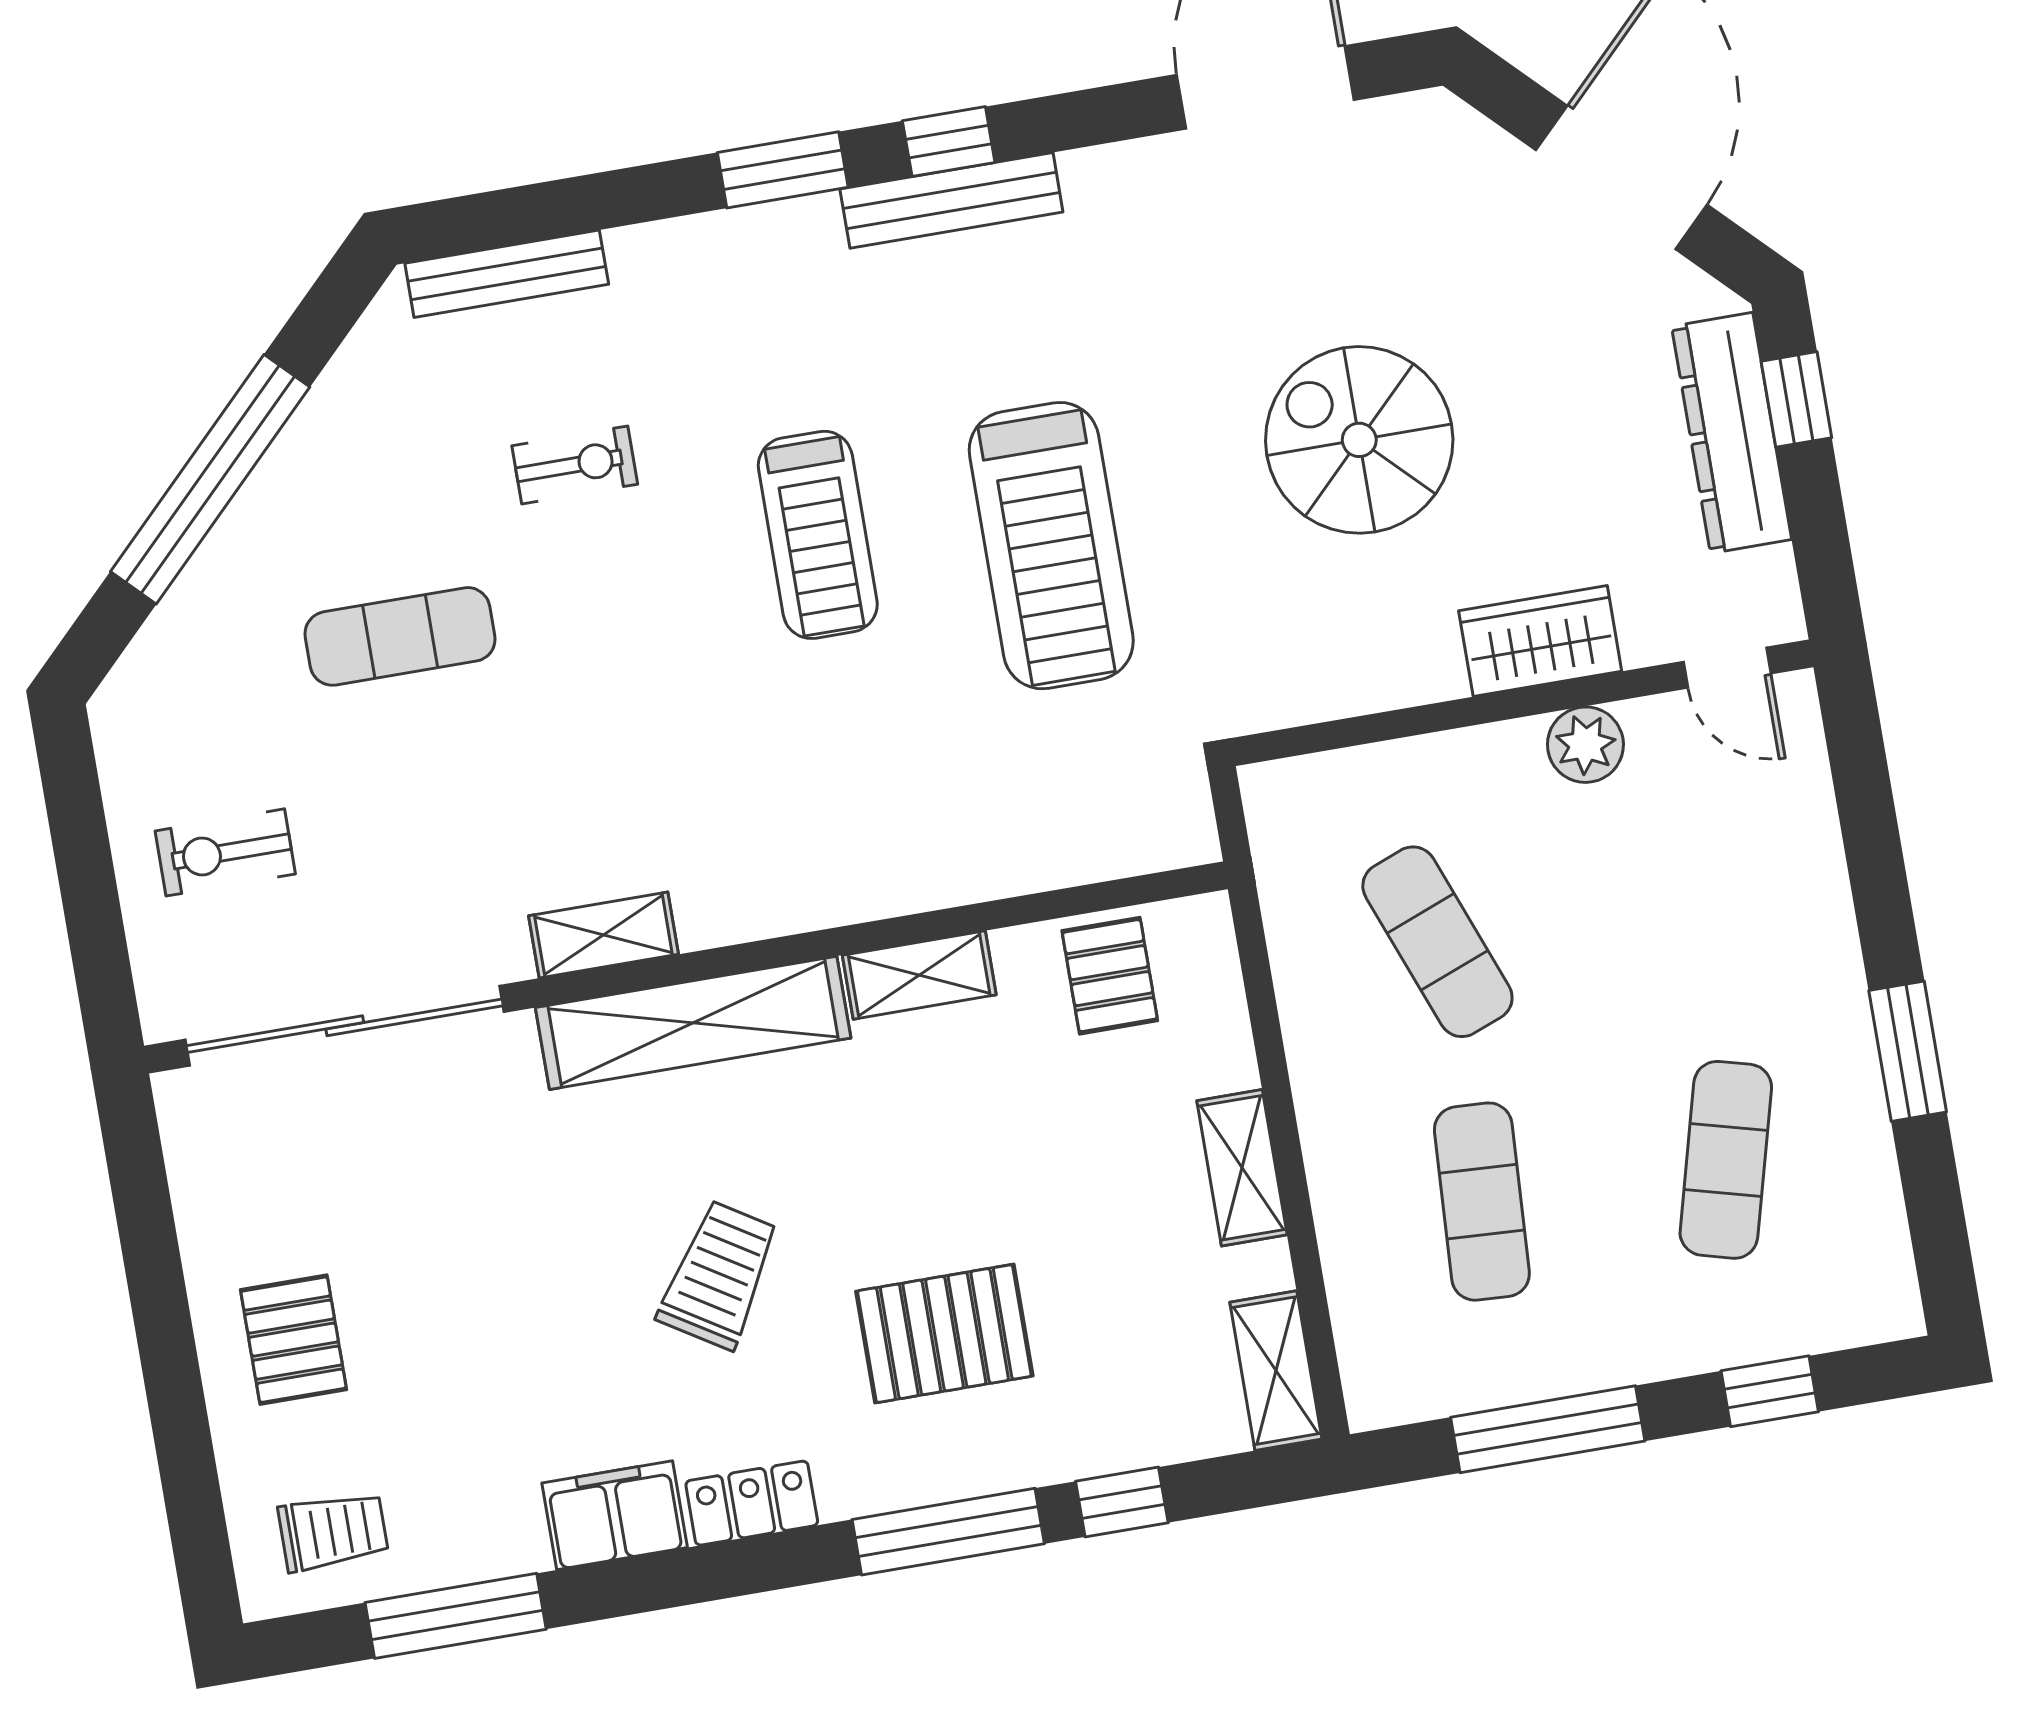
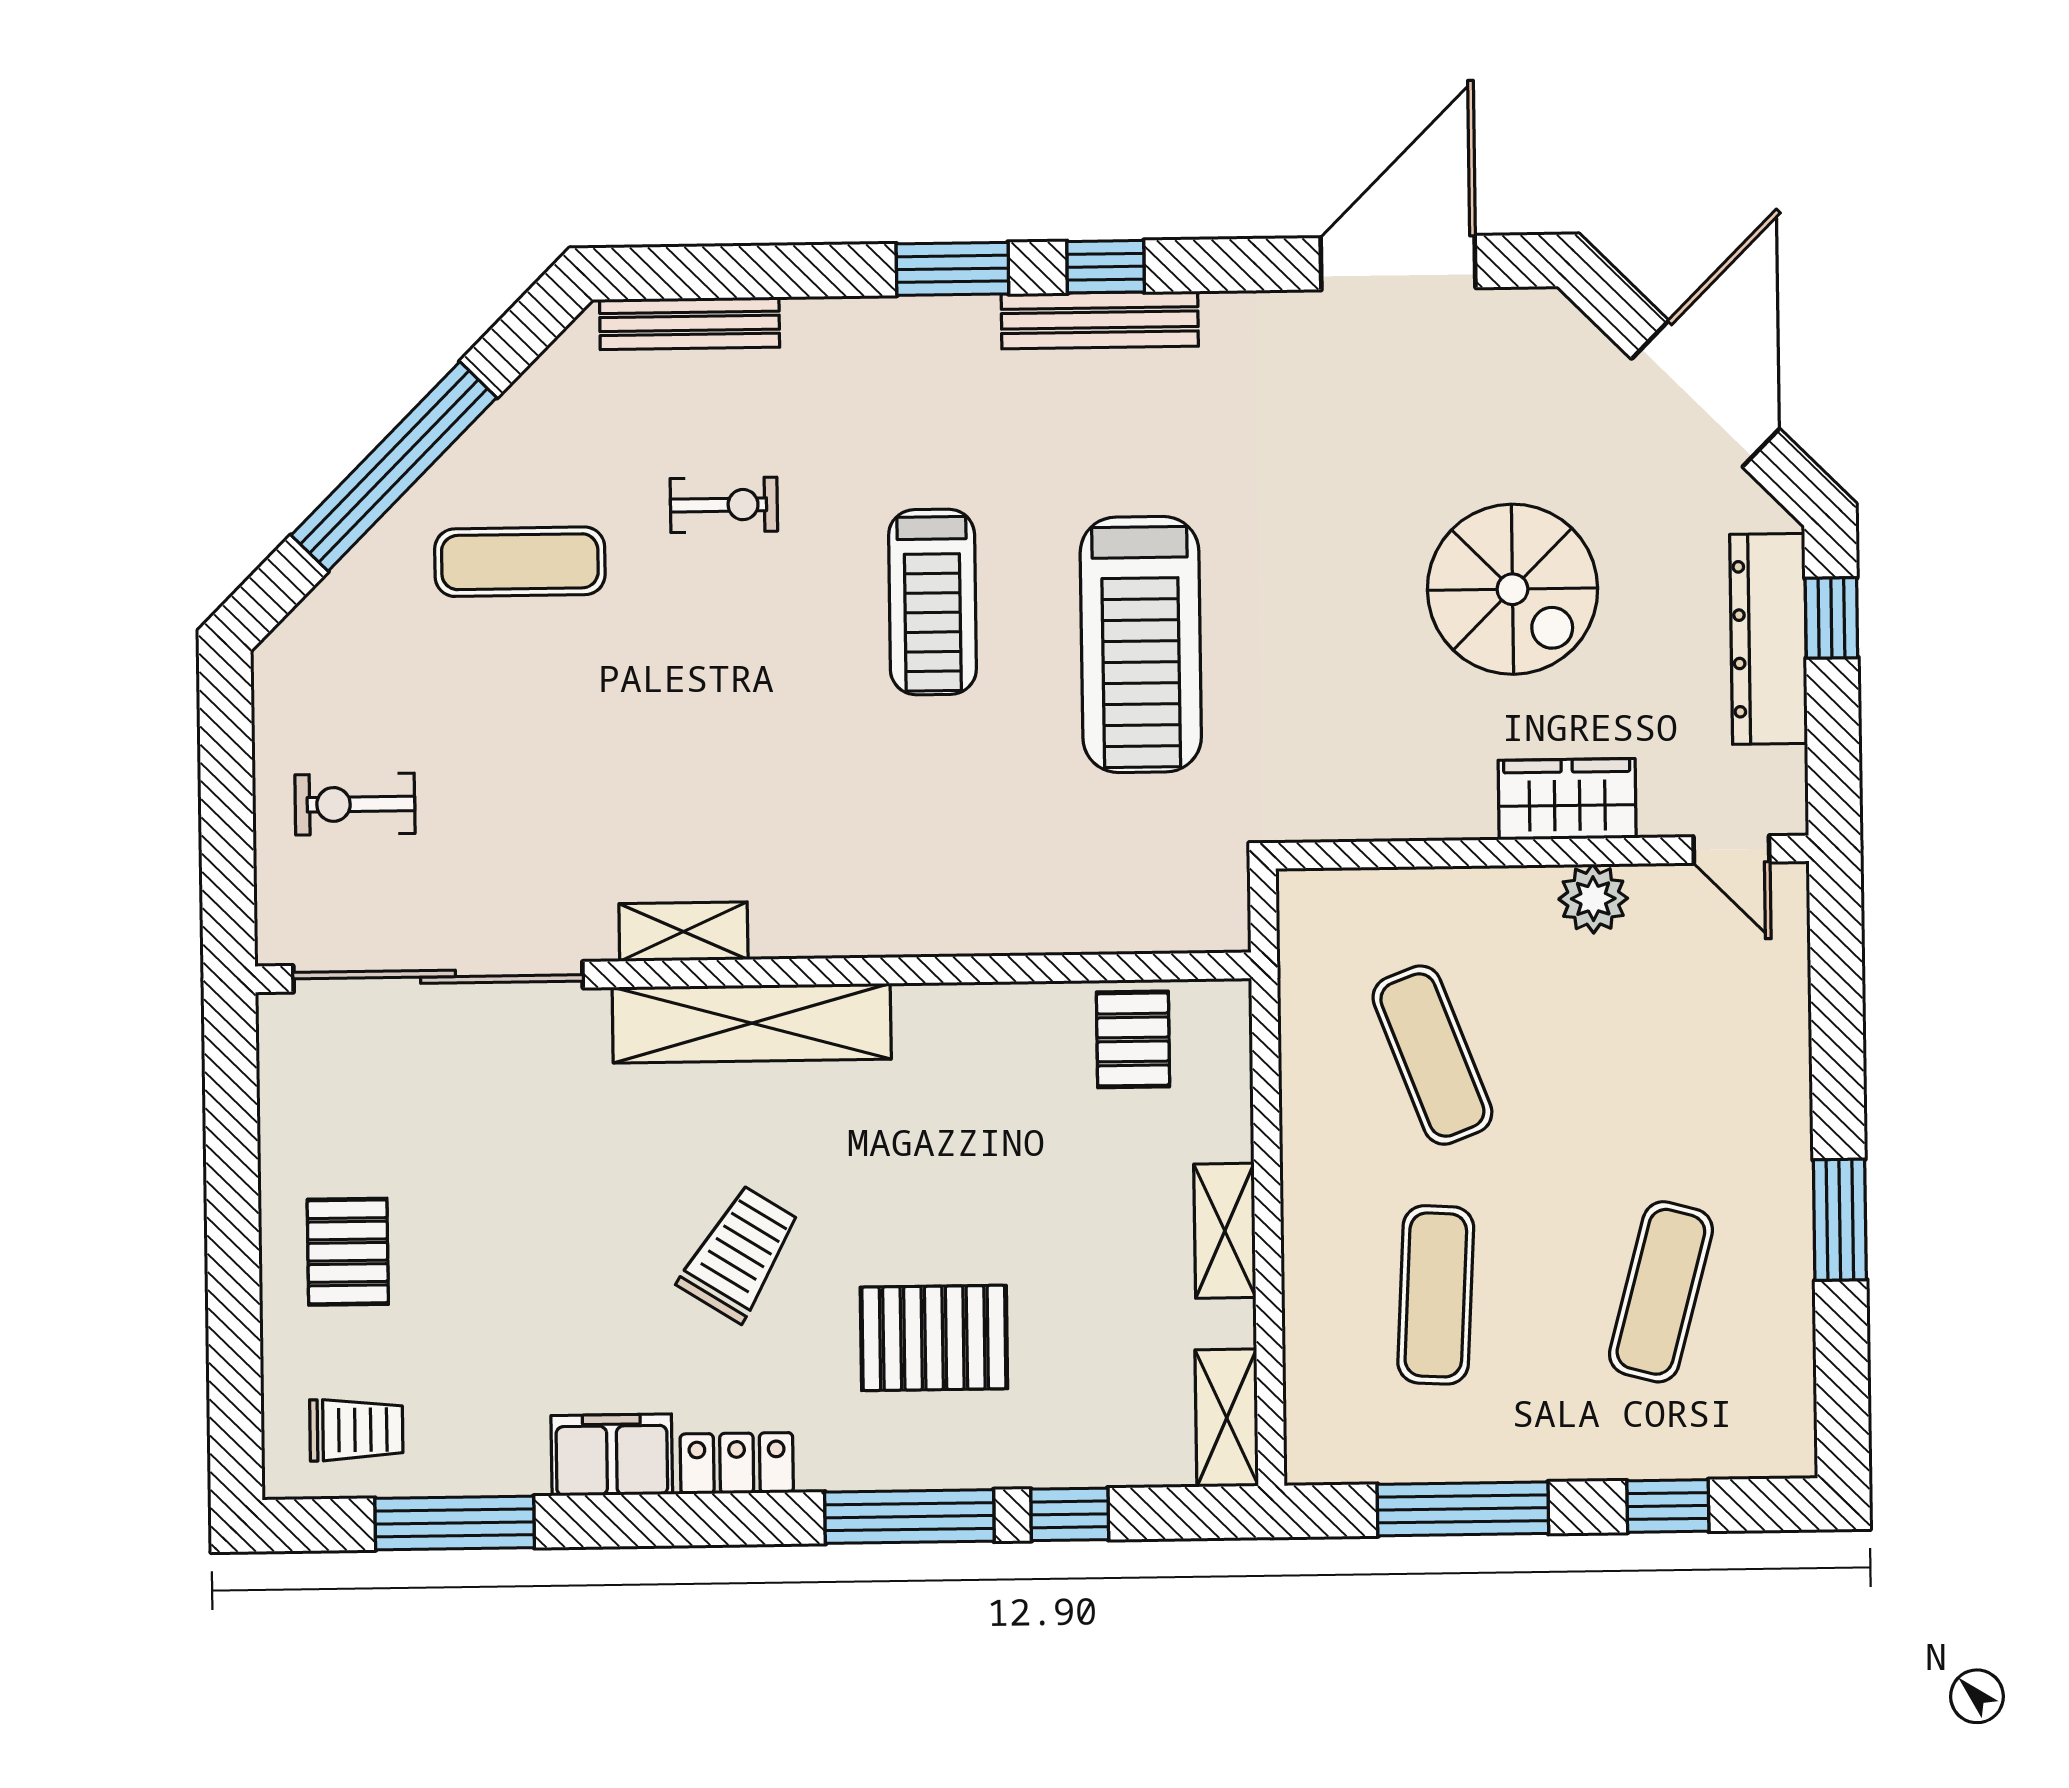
spiral stairs: (1359, 440) -> (1512, 589), moved, turned 180
exercise mat: (400, 636) -> (520, 562), moved
shelving: (919, 975) -> (962, 1012), removed

